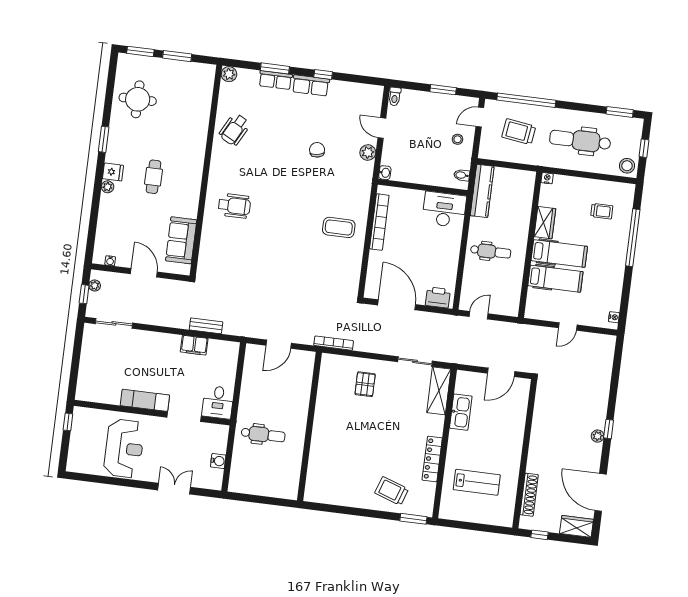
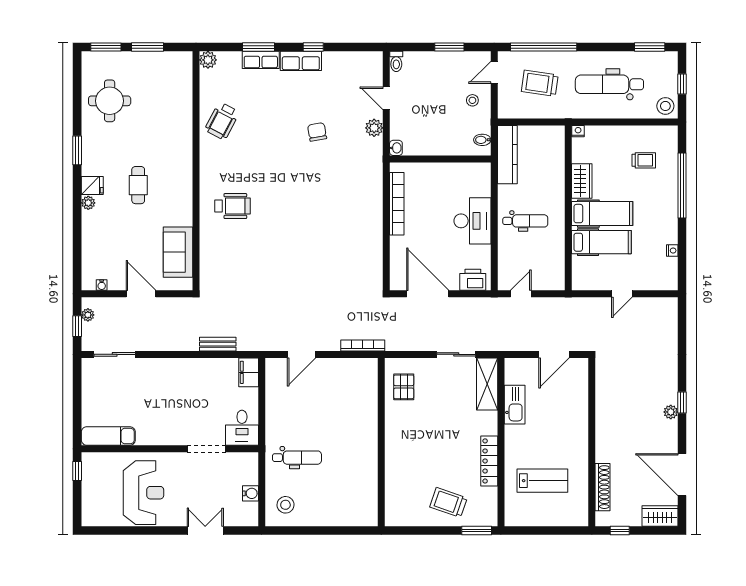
desk: (444, 210) -> (472, 221), moved, turned 90
coffee table: (339, 227) -> (352, 216), removed
nightstand: (614, 317) -> (672, 251), moved
filing cabinet: (194, 345) -> (249, 372), moved, turned 90
exam couch: (145, 400) -> (108, 436), moved
wall: (309, 427) -> (381, 442), moved
stool: (248, 475) -> (285, 505), added

